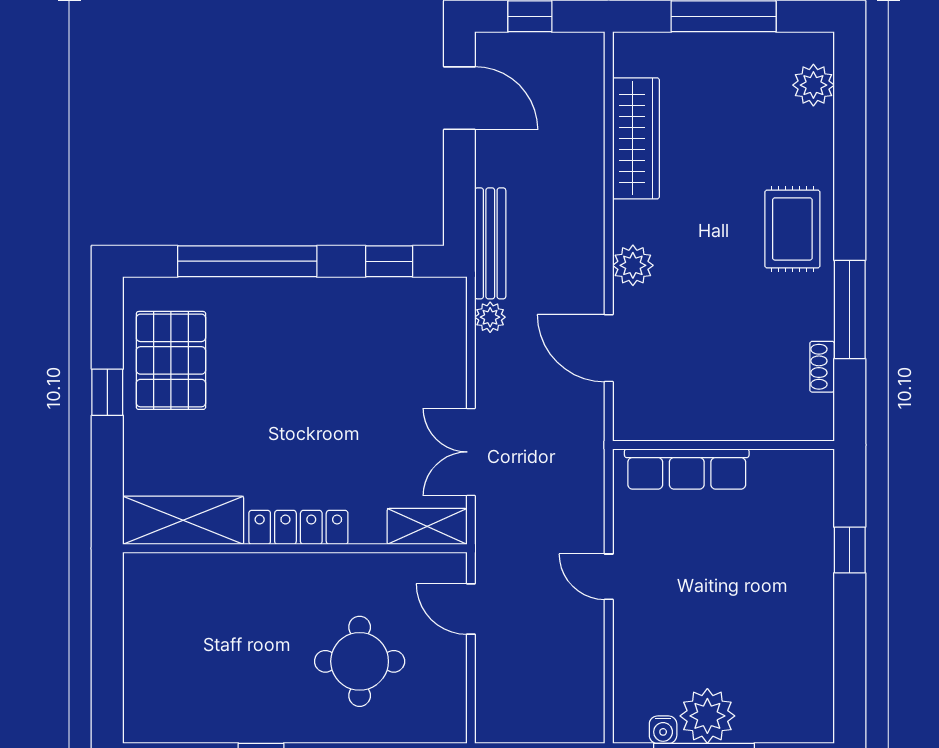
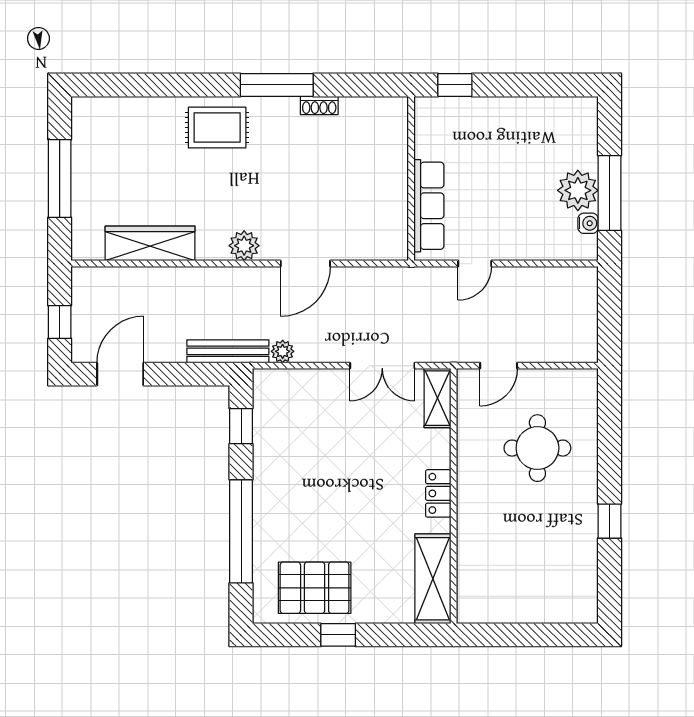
plant: (813, 85) -> (111, 112), removed
wall: (723, 445) -> (411, 179), moved
row of seats: (687, 469) -> (429, 206), moved
locker: (298, 527) -> (438, 493), width x0.66

